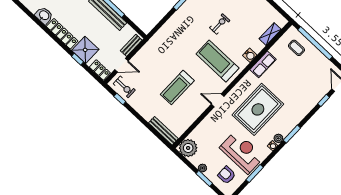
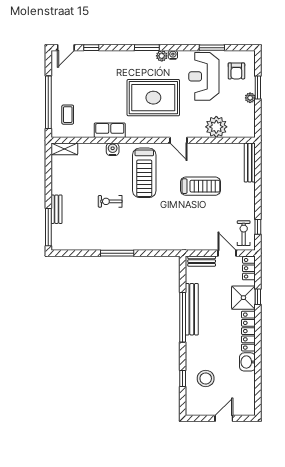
shelving: (270, 34) -> (64, 149), moved
plant: (188, 148) -> (216, 127), moved

